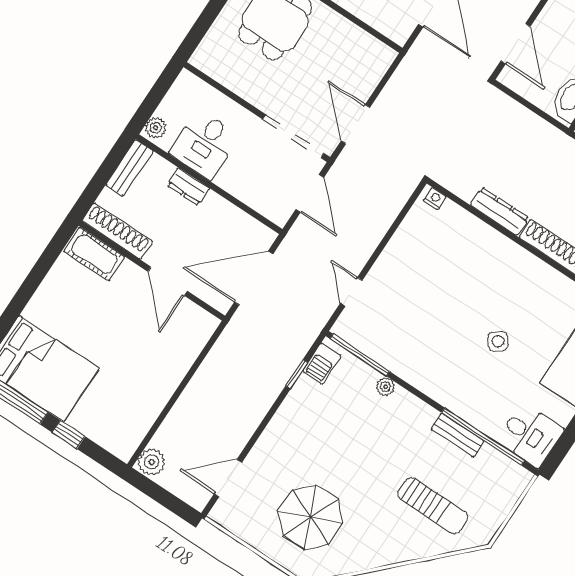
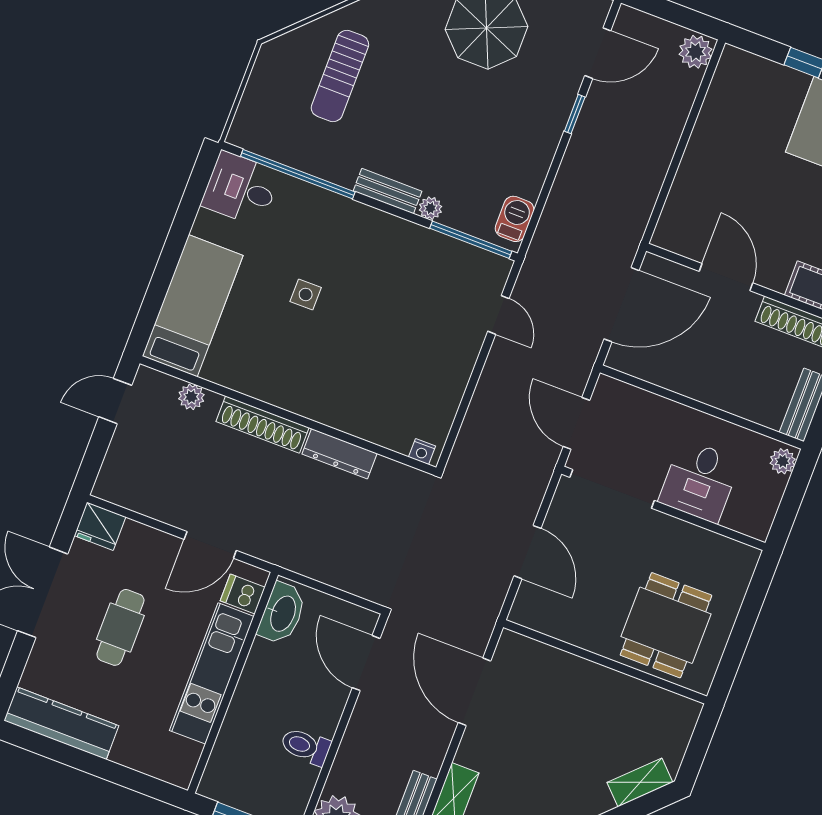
door: (355, 124) -> (528, 552), moved
desk: (204, 144) -> (700, 481), moved, turned 180
dresser: (188, 187) -> (727, 398), removed
side table: (498, 341) -> (306, 294), turned 38
window: (297, 374) -> (575, 114), moved
bench: (458, 435) -> (388, 191), moved
sun lounger: (433, 506) -> (340, 76), turned -90

